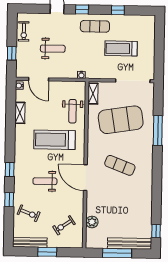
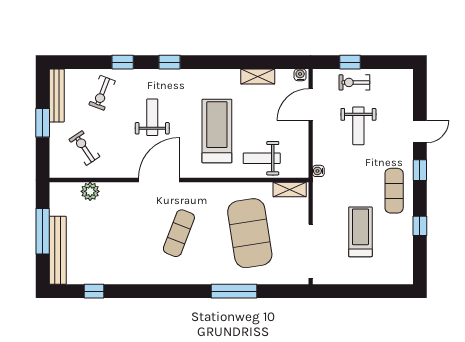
exercise bike: (24, 31) -> (354, 82), moved
window: (156, 231) -> (94, 291), moved

